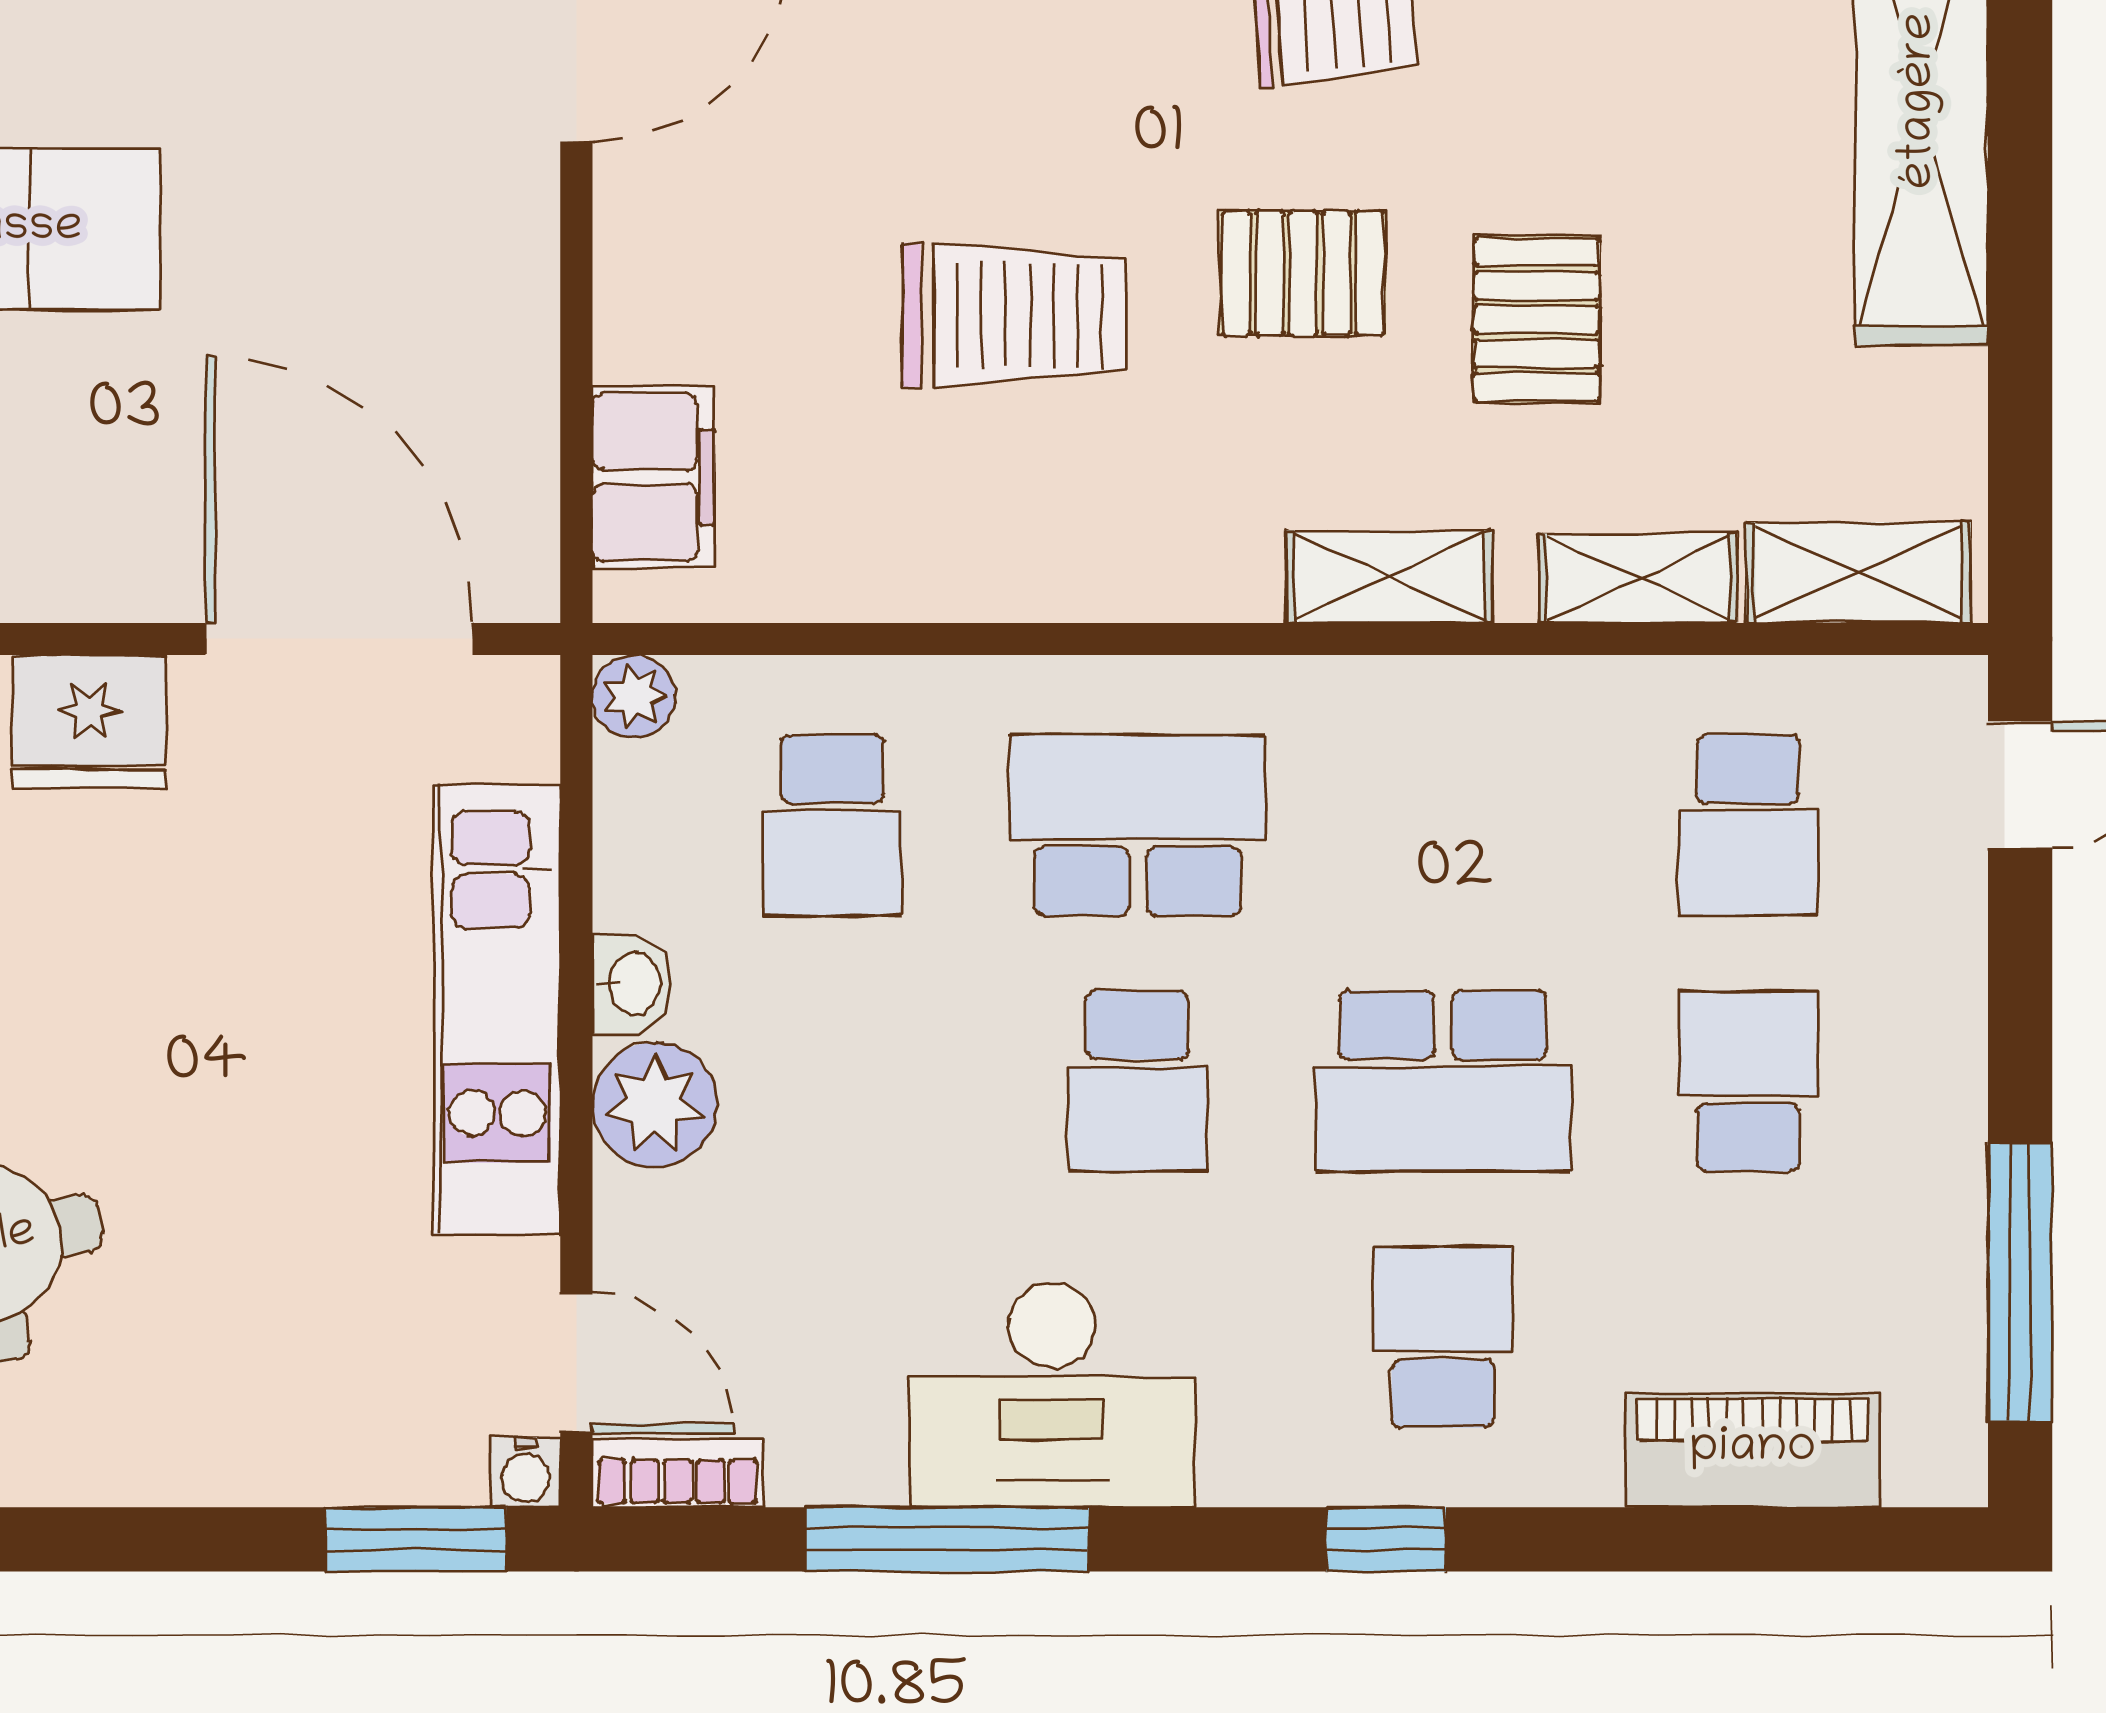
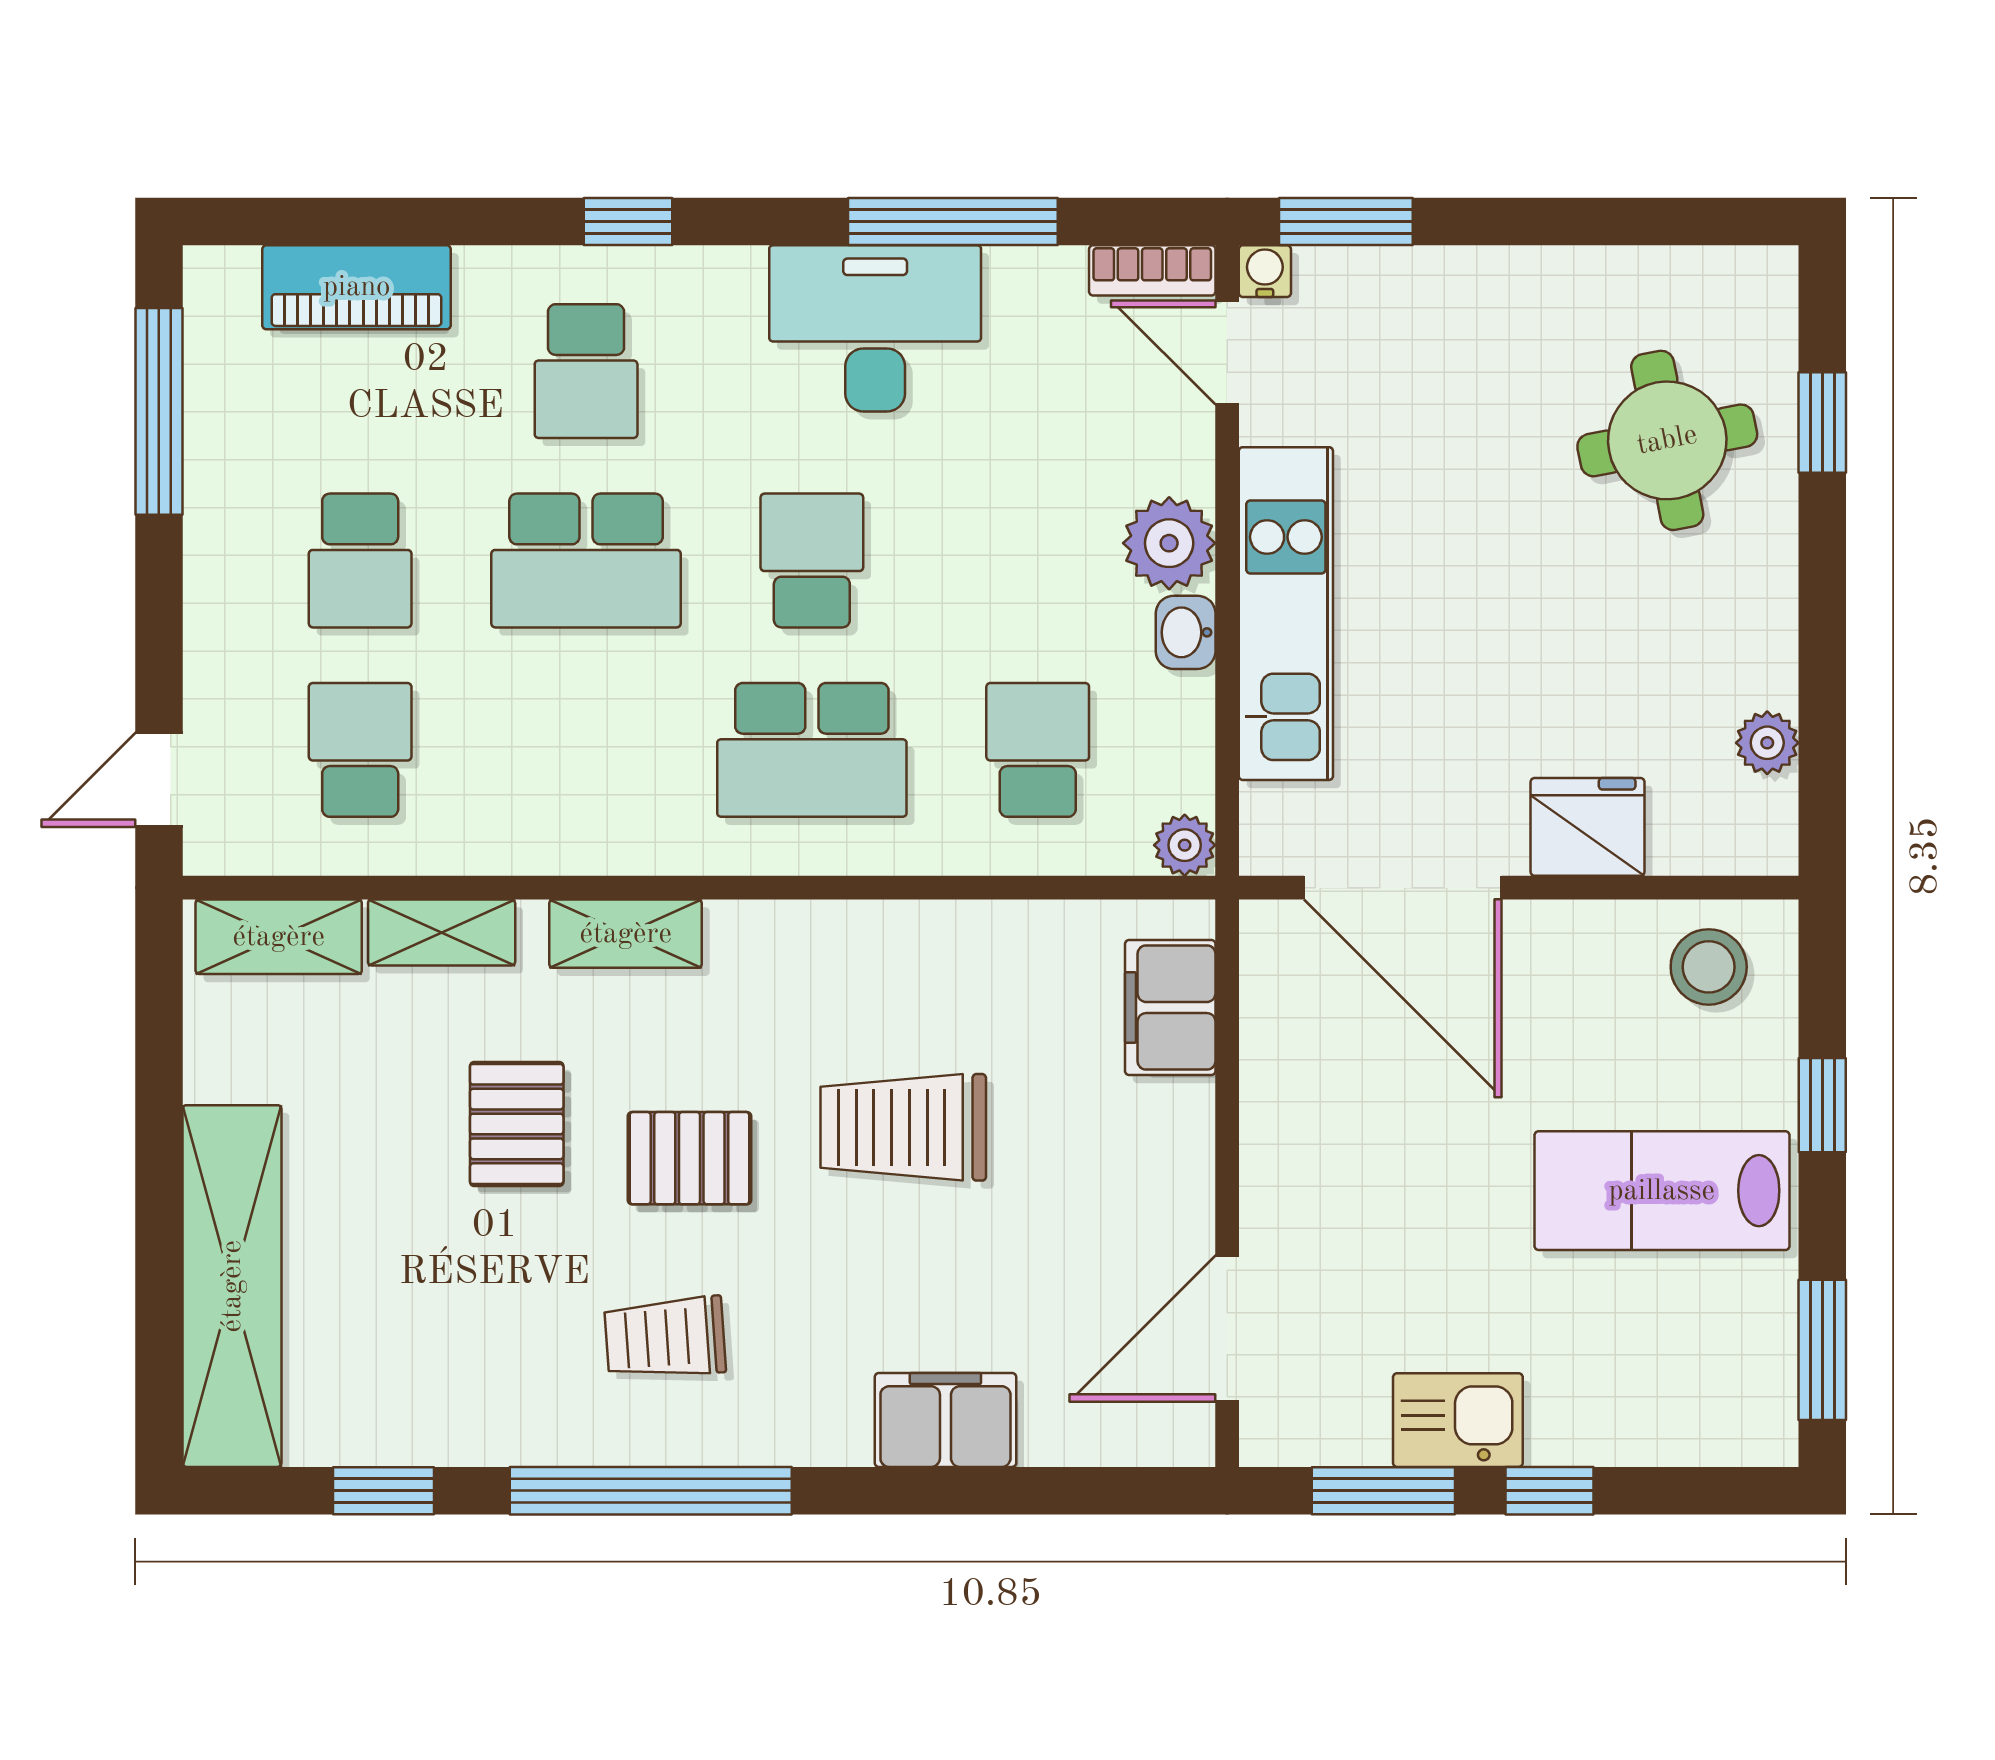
school desk: (1443, 1081) -> (586, 560), turned 180

